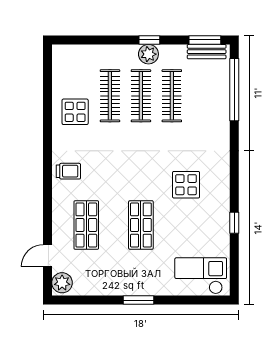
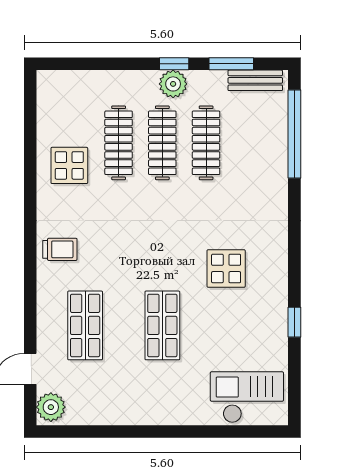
window: (205, 40) -> (231, 64), moved
window: (138, 300) -> (159, 432), removed

